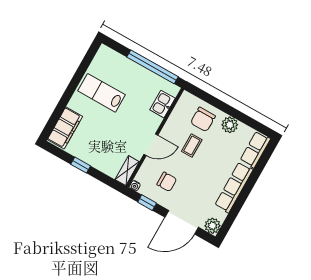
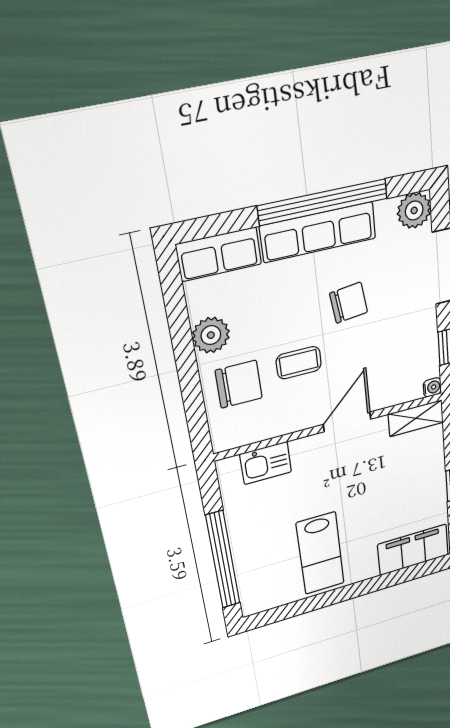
window: (153, 67) -> (223, 560), moved
door: (151, 145) -> (347, 422), hinge flipped
chair: (167, 182) -> (349, 303), moved, turned 83
window: (243, 197) -> (323, 202), added

